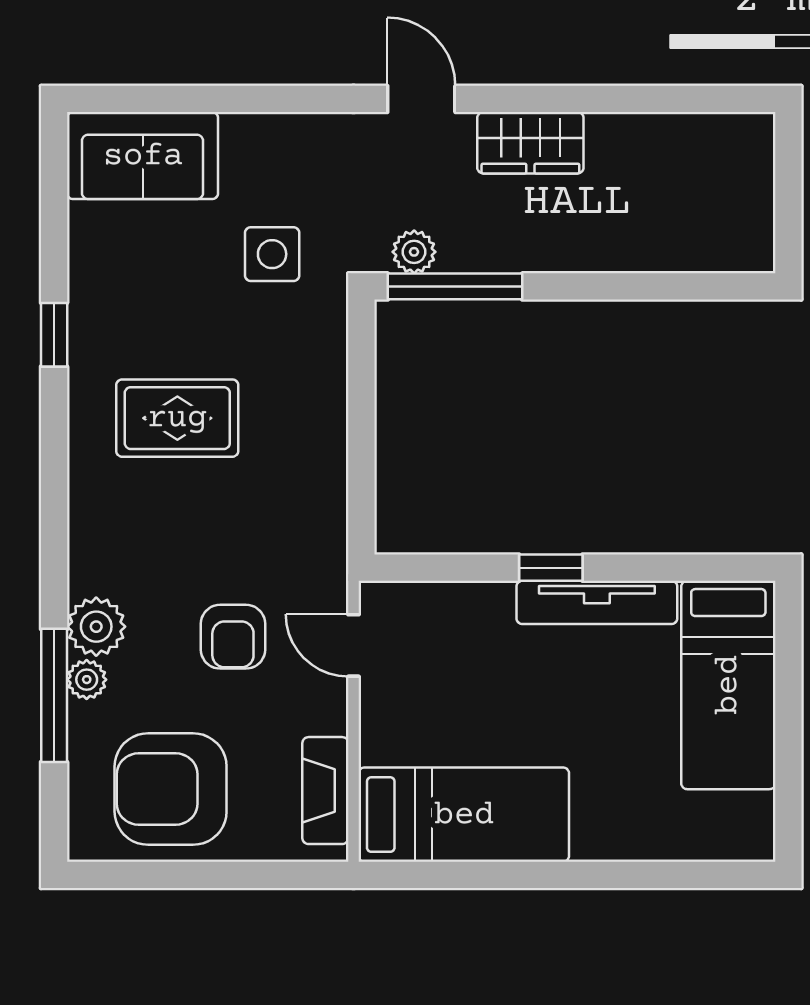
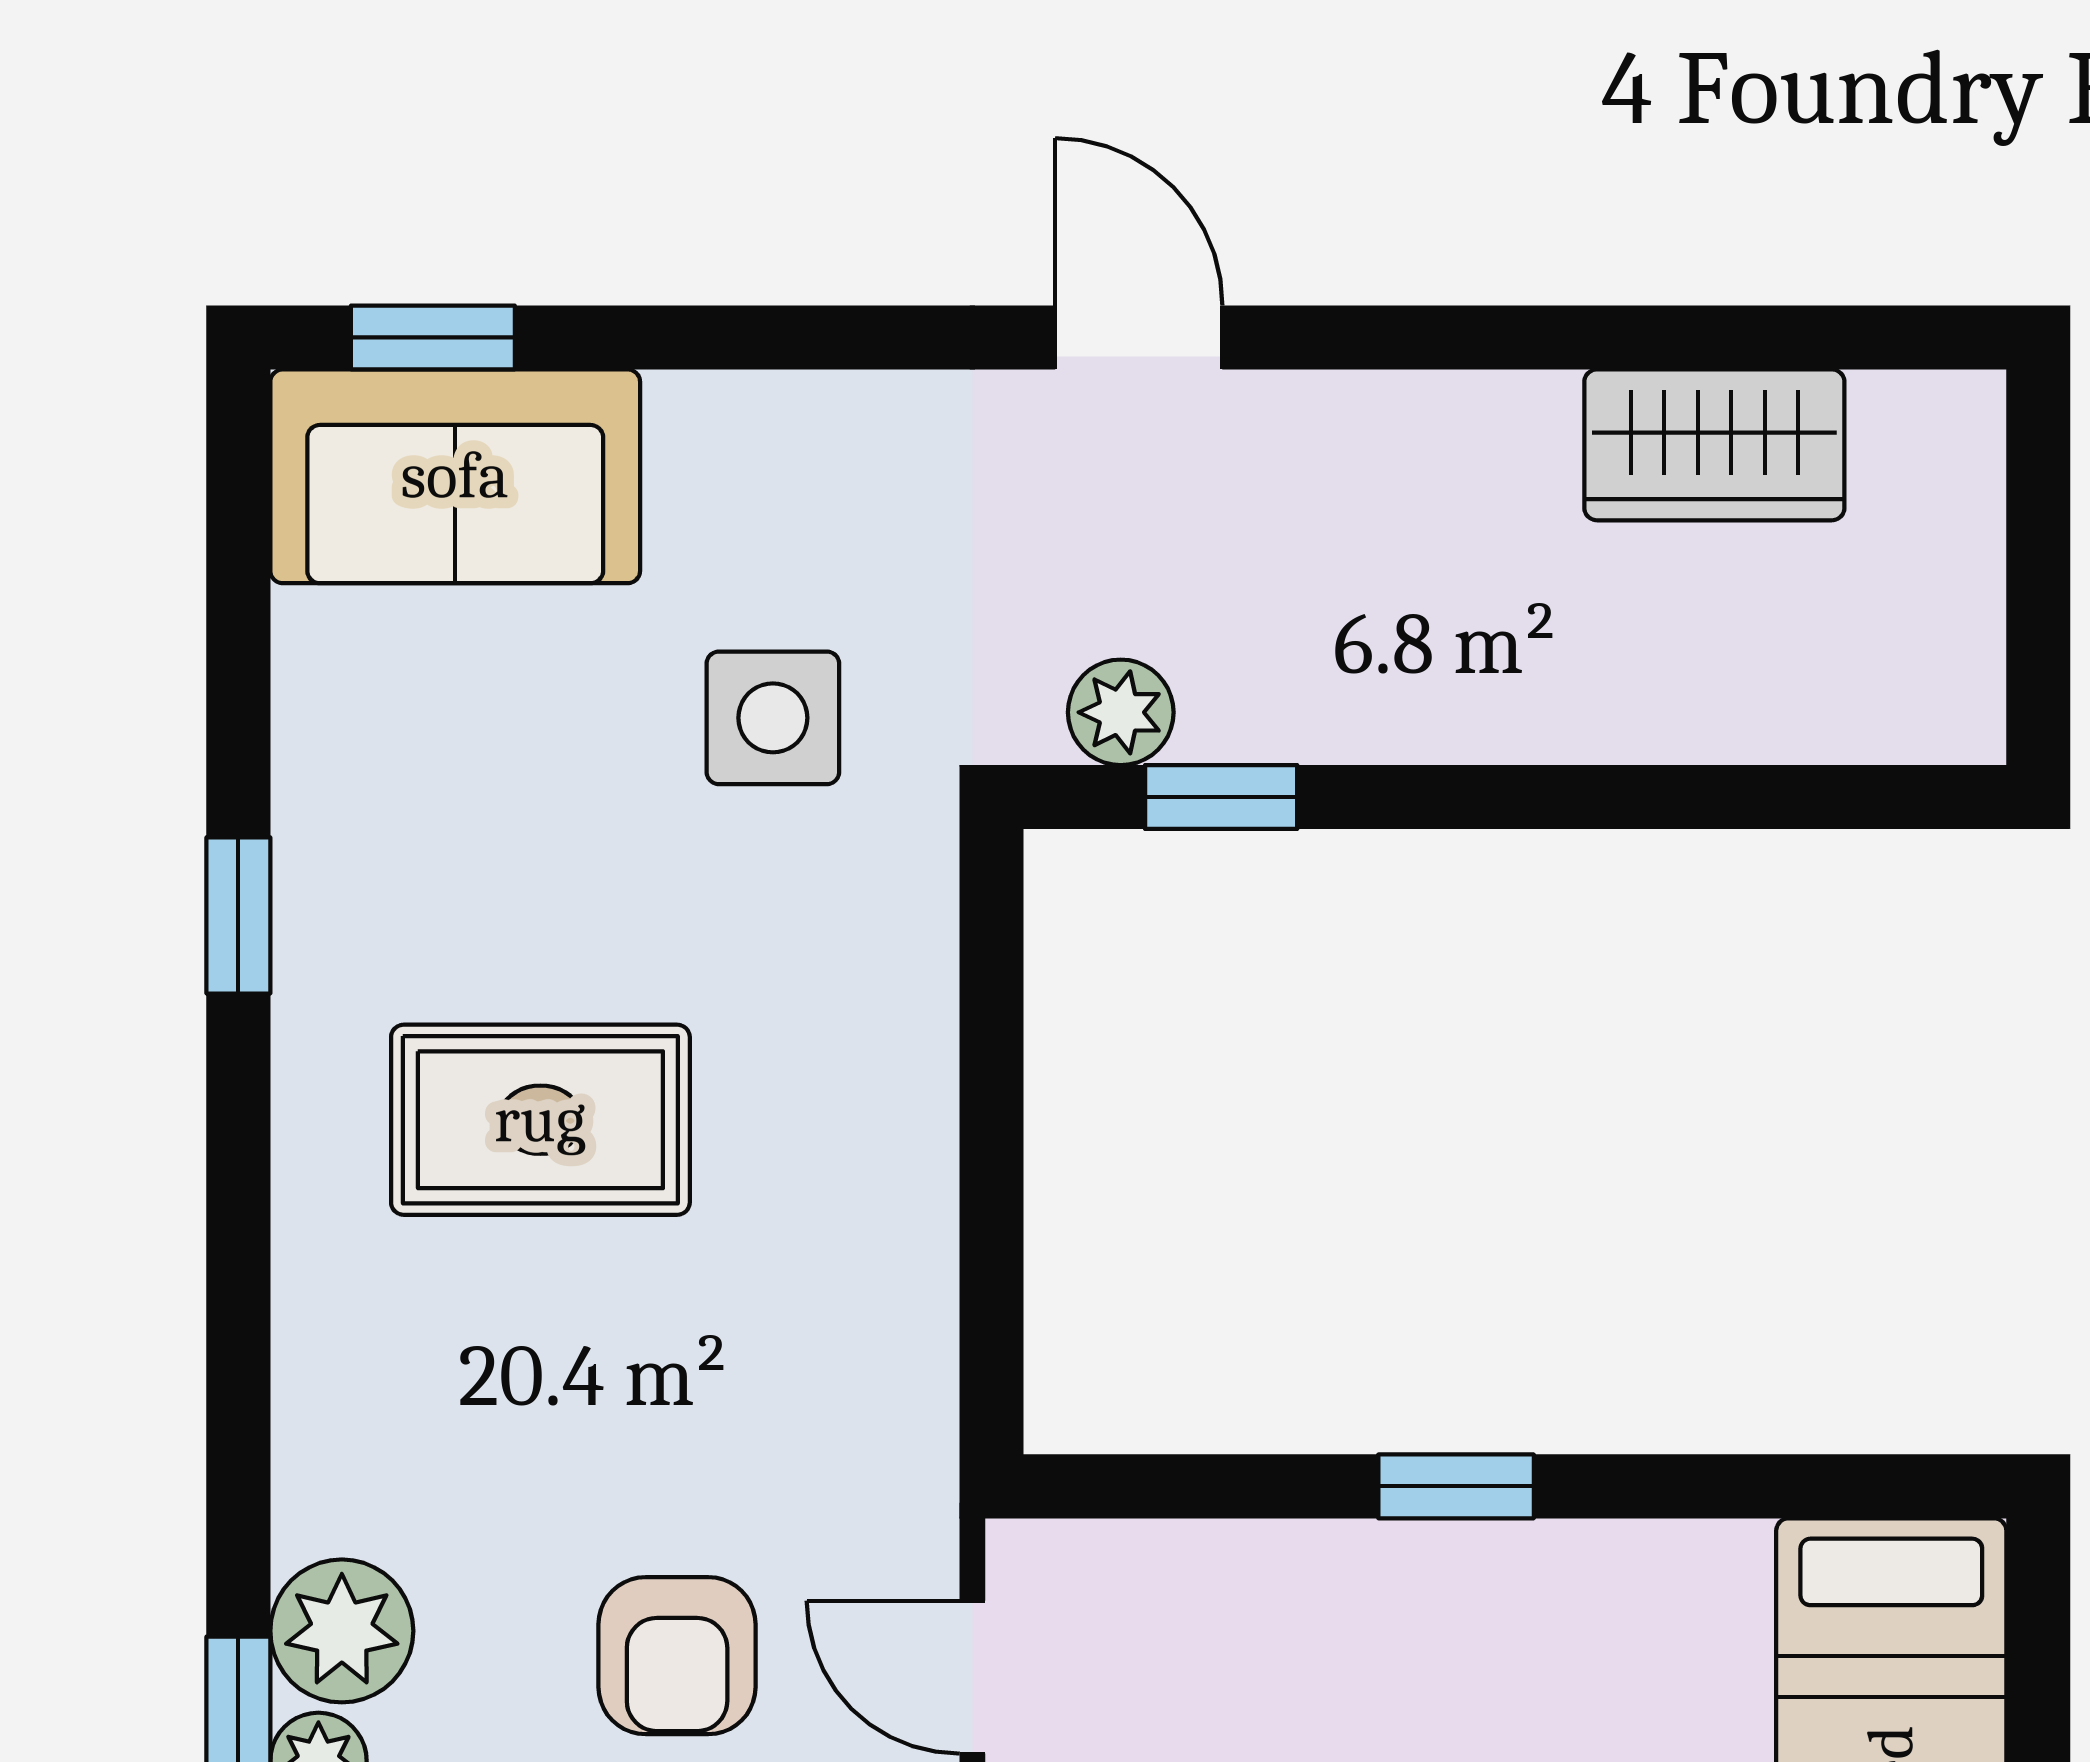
window: (133, 99) -> (433, 337), added
wardrobe: (530, 143) -> (1714, 445), moved
window: (455, 286) -> (1221, 797), width x0.46
tv unit: (597, 602) -> (1569, 1572), removed

